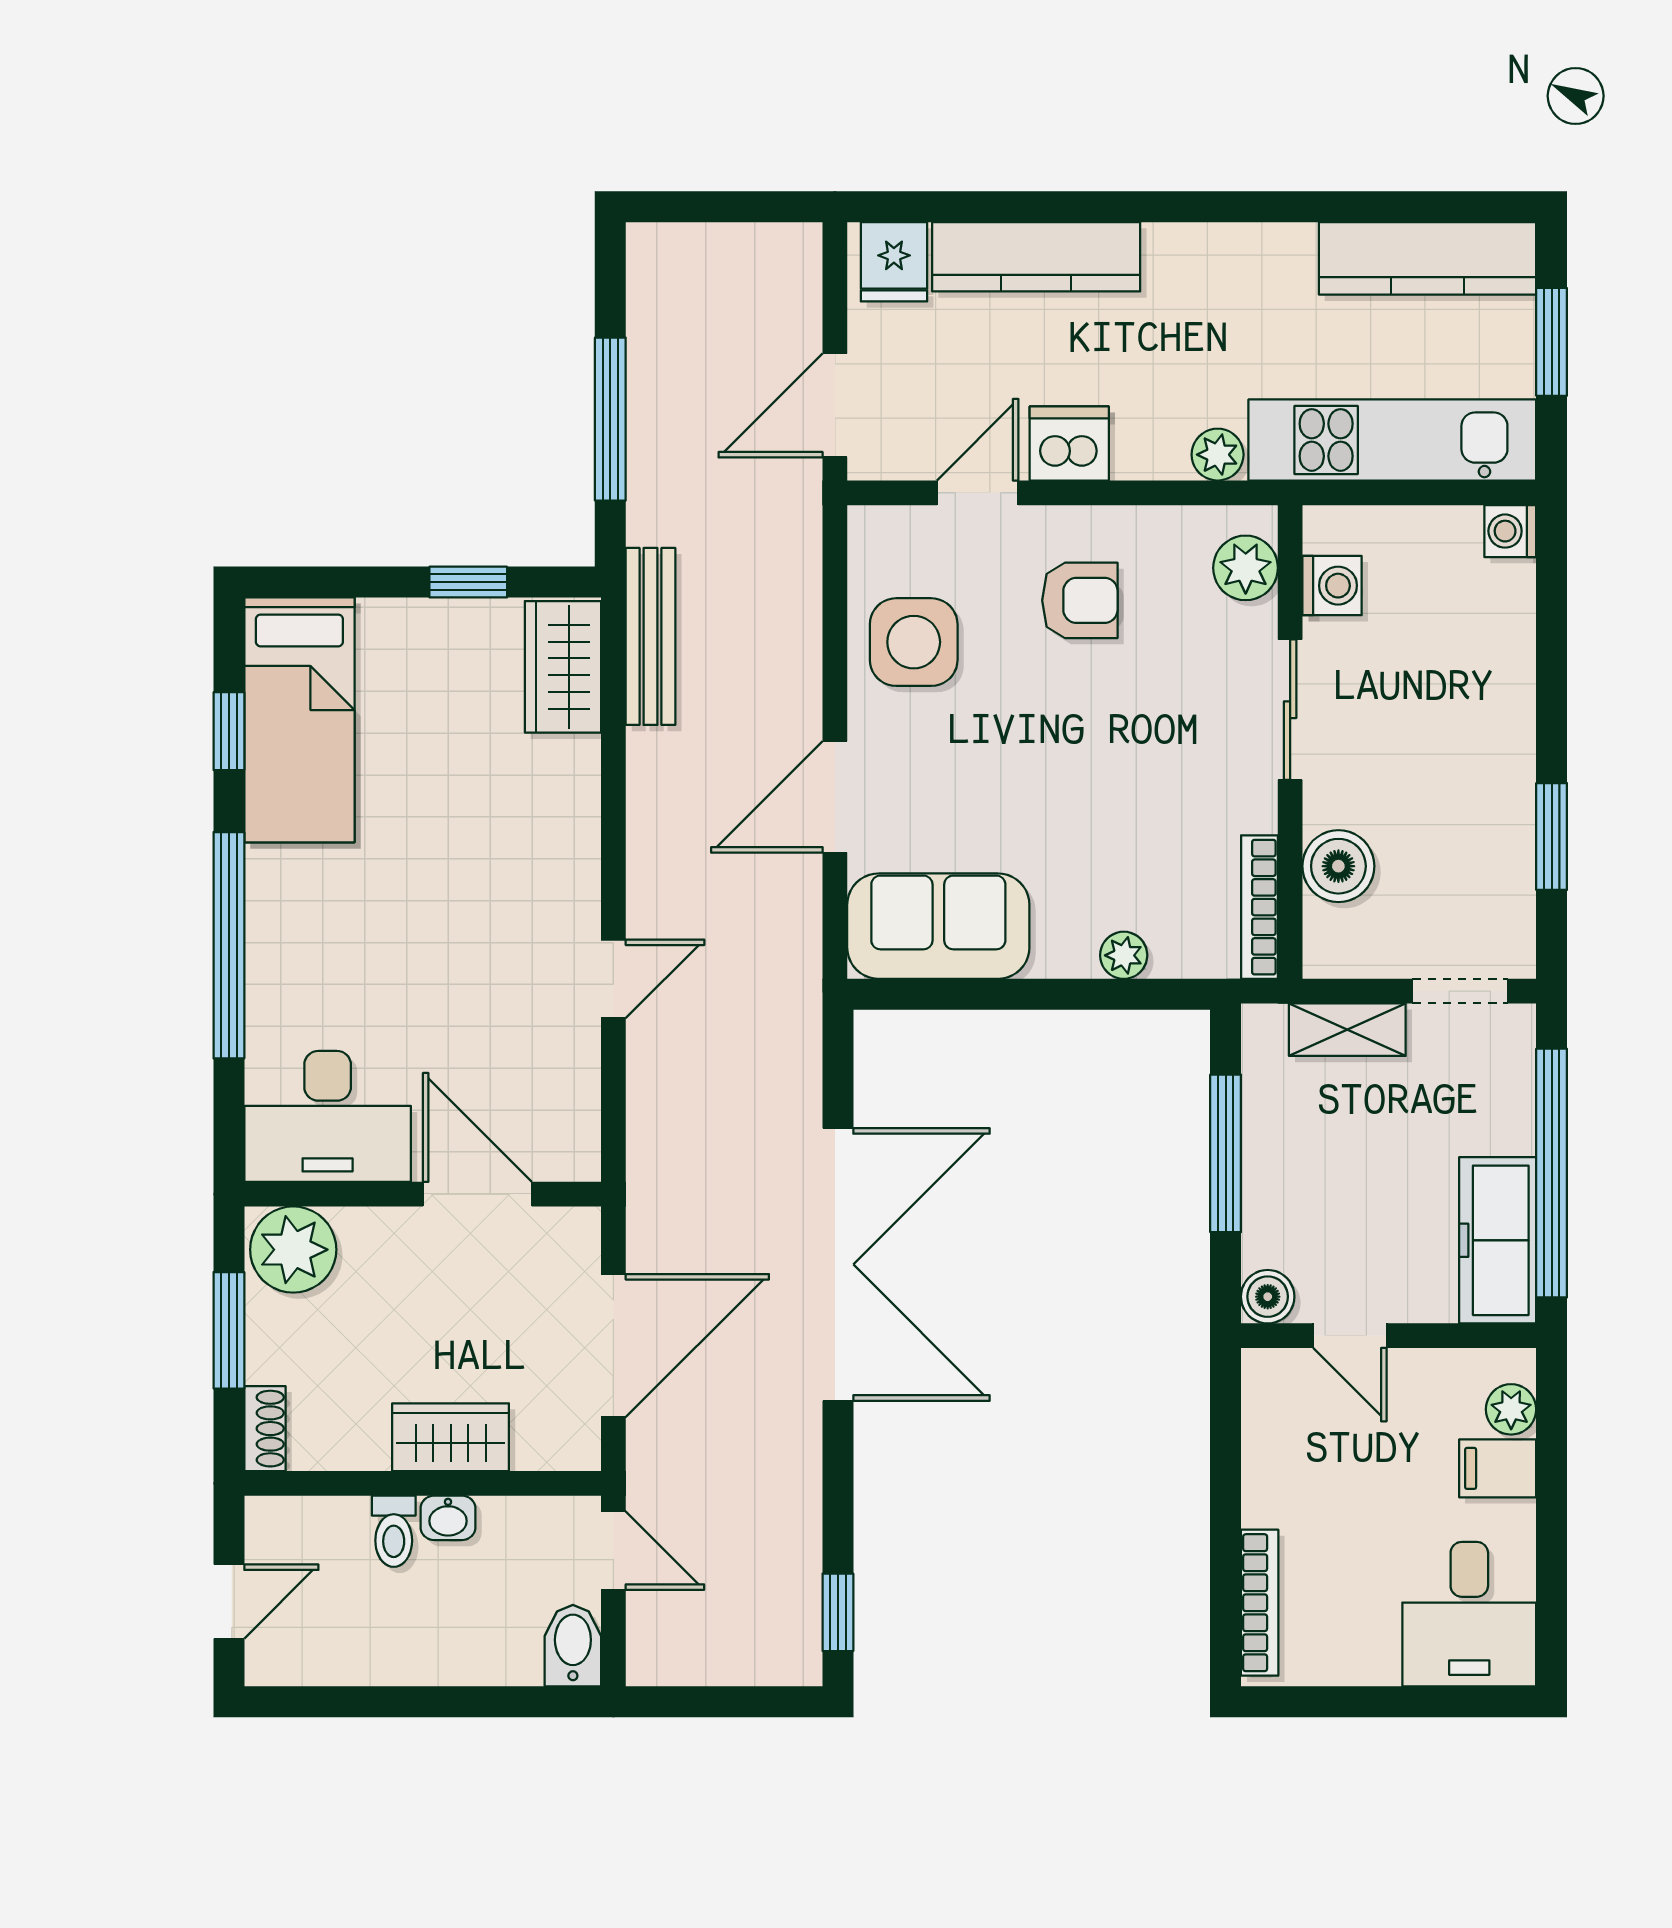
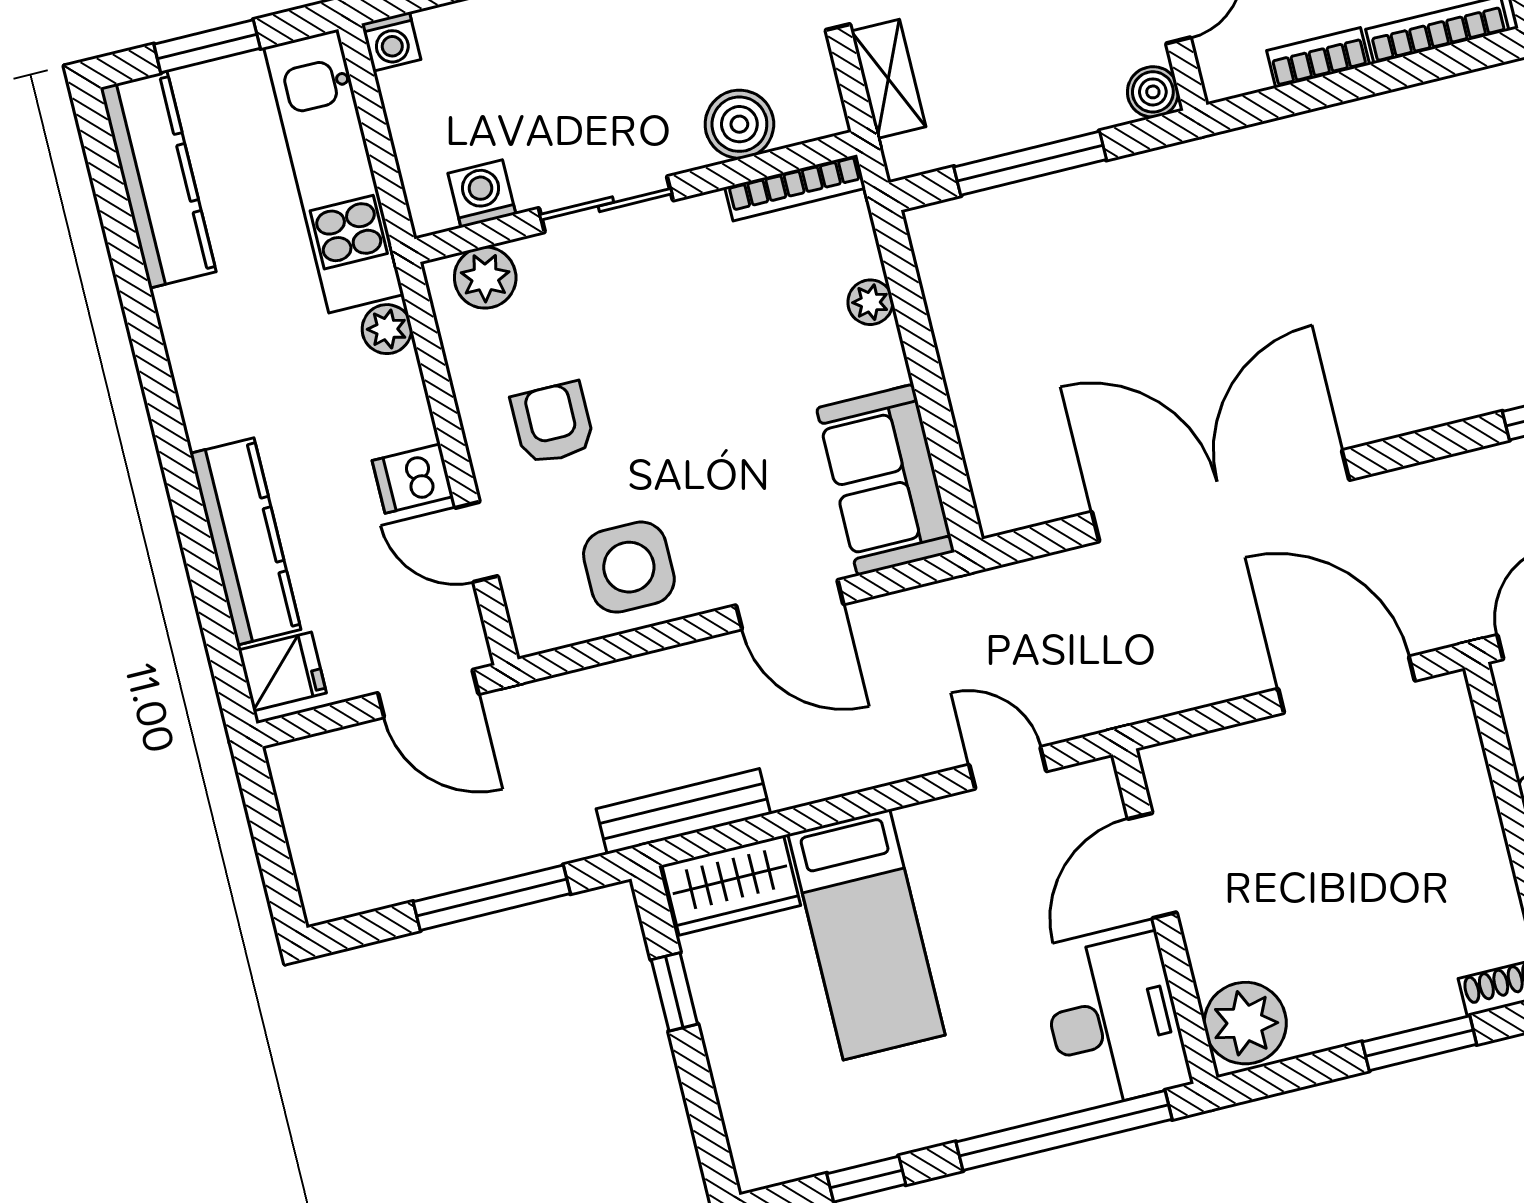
dishwasher: (1069, 443) -> (413, 479), width x0.73
bed: (299, 720) -> (866, 935), moved, turned 90
desk: (328, 1116) -> (1114, 1022), moved
wall: (423, 1194) -> (1165, 916), moved
door: (477, 1194) -> (1152, 866), moved
plant: (293, 1250) -> (1245, 1023), moved
wardrobe: (451, 1437) -> (1468, 814), removed
bookcase: (1261, 1474) -> (1318, 58), added

